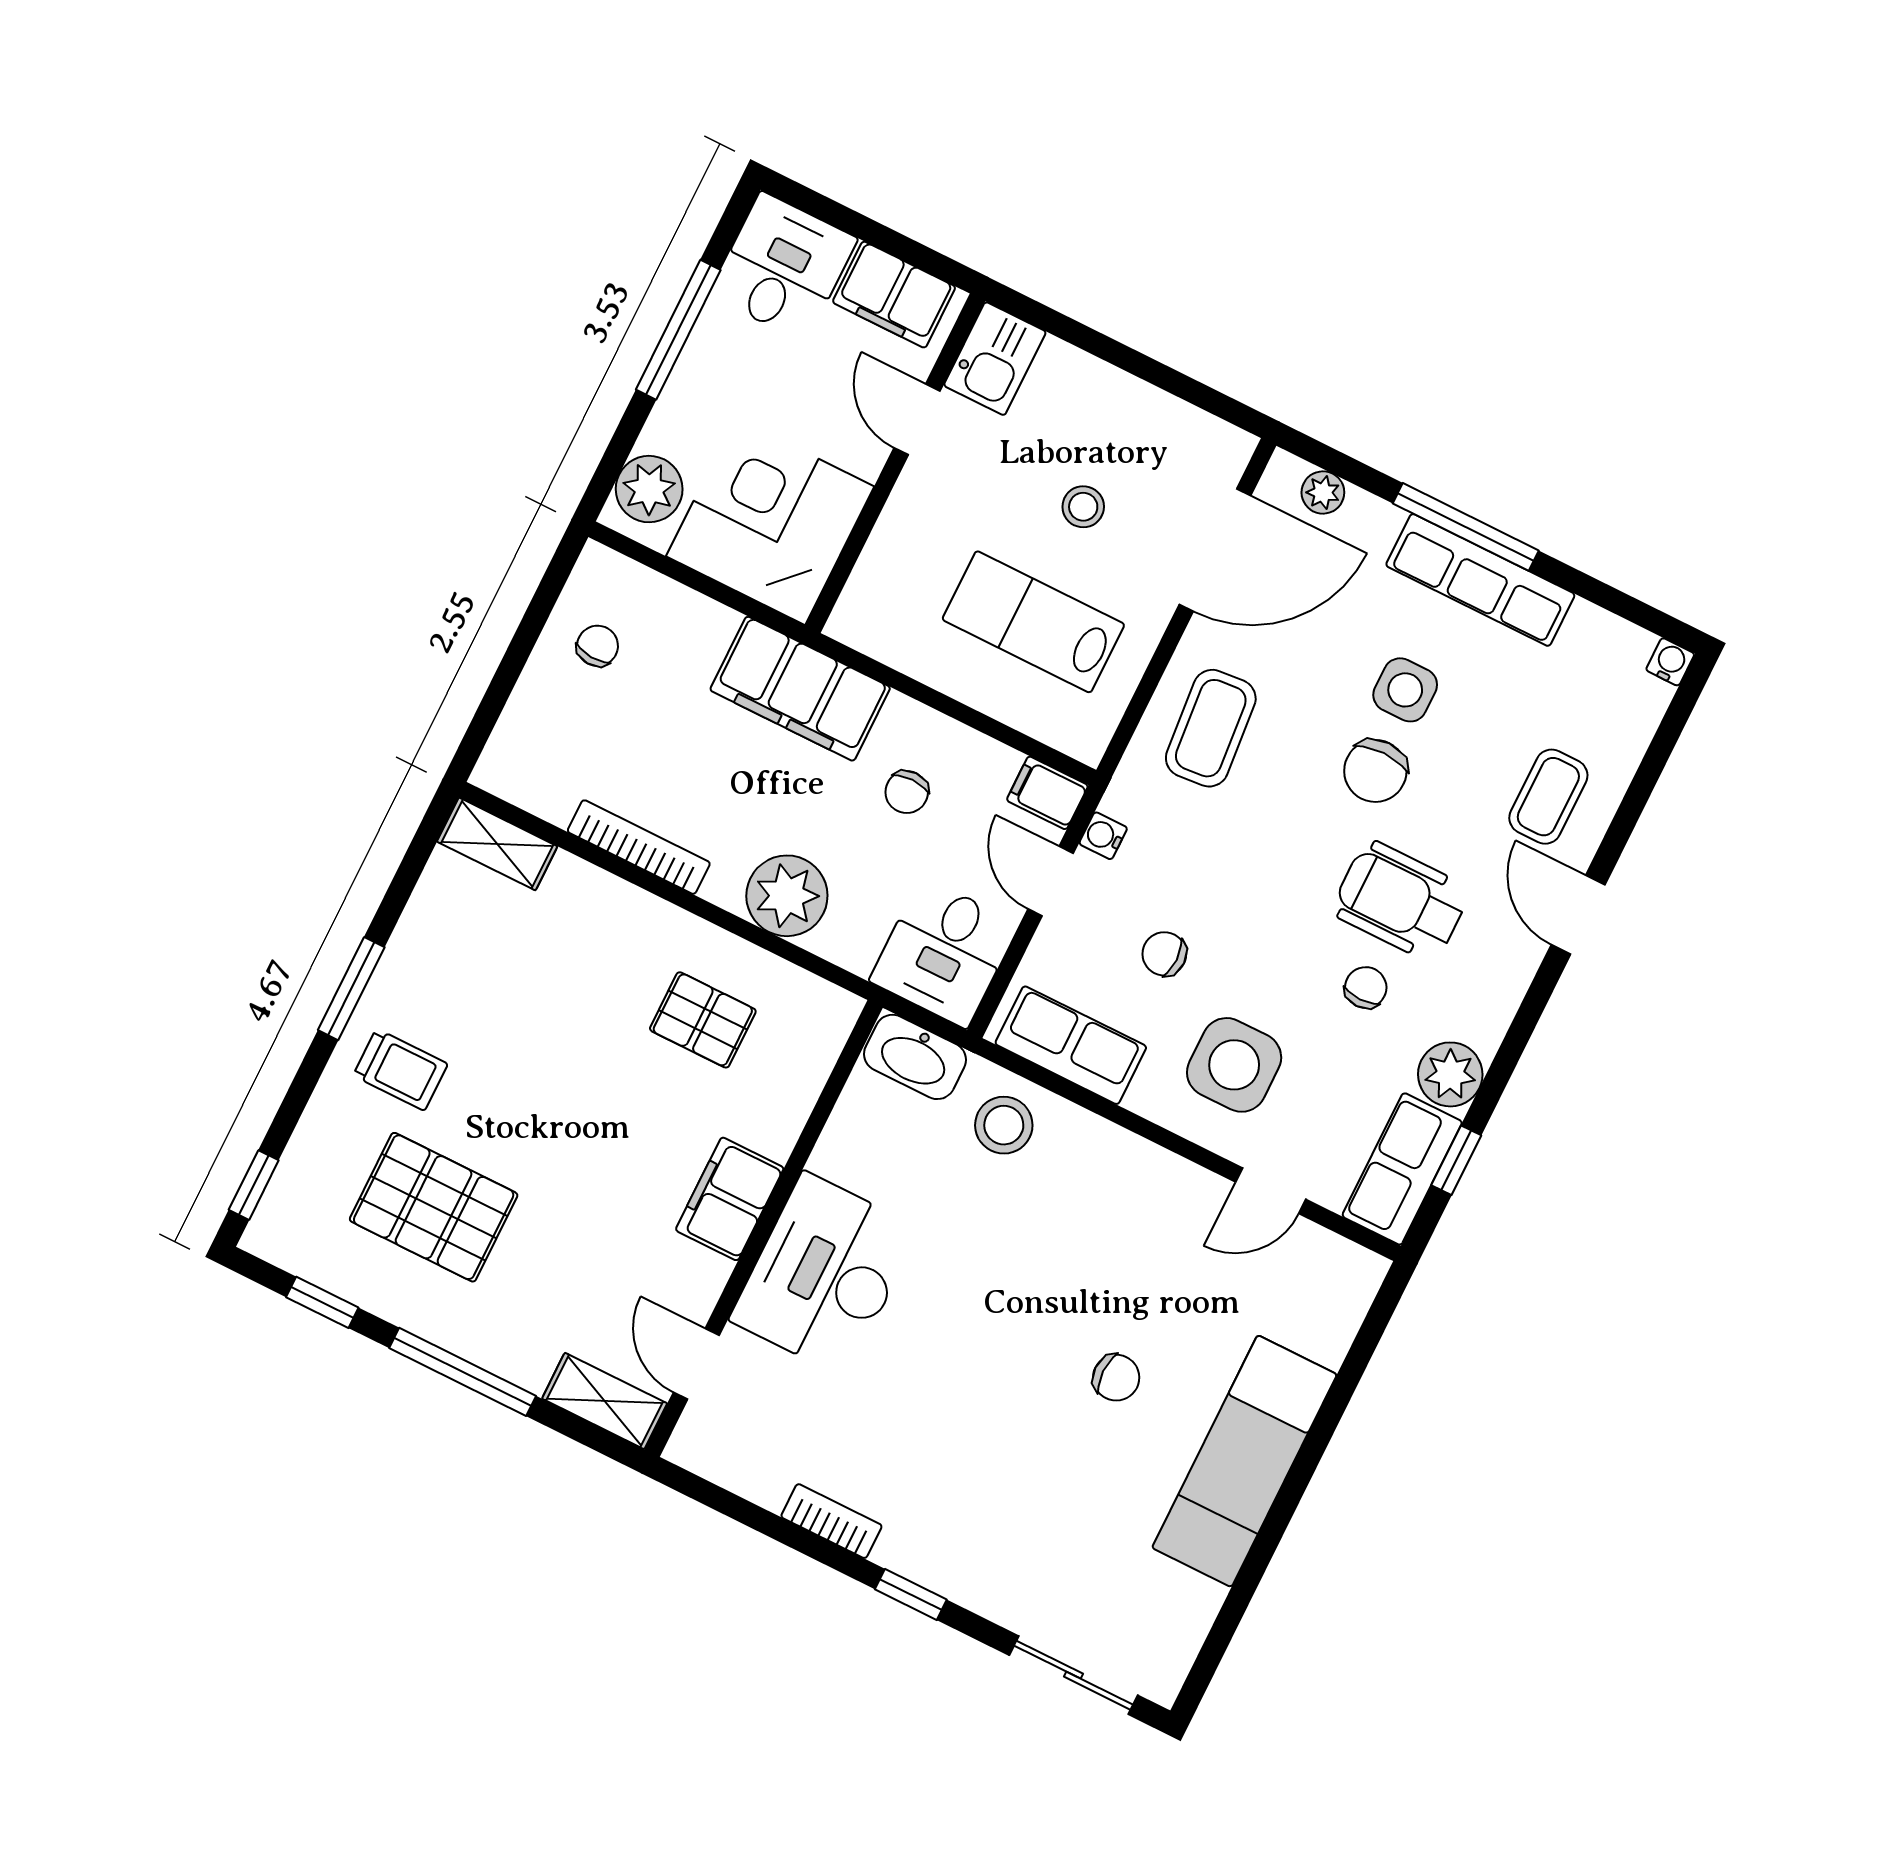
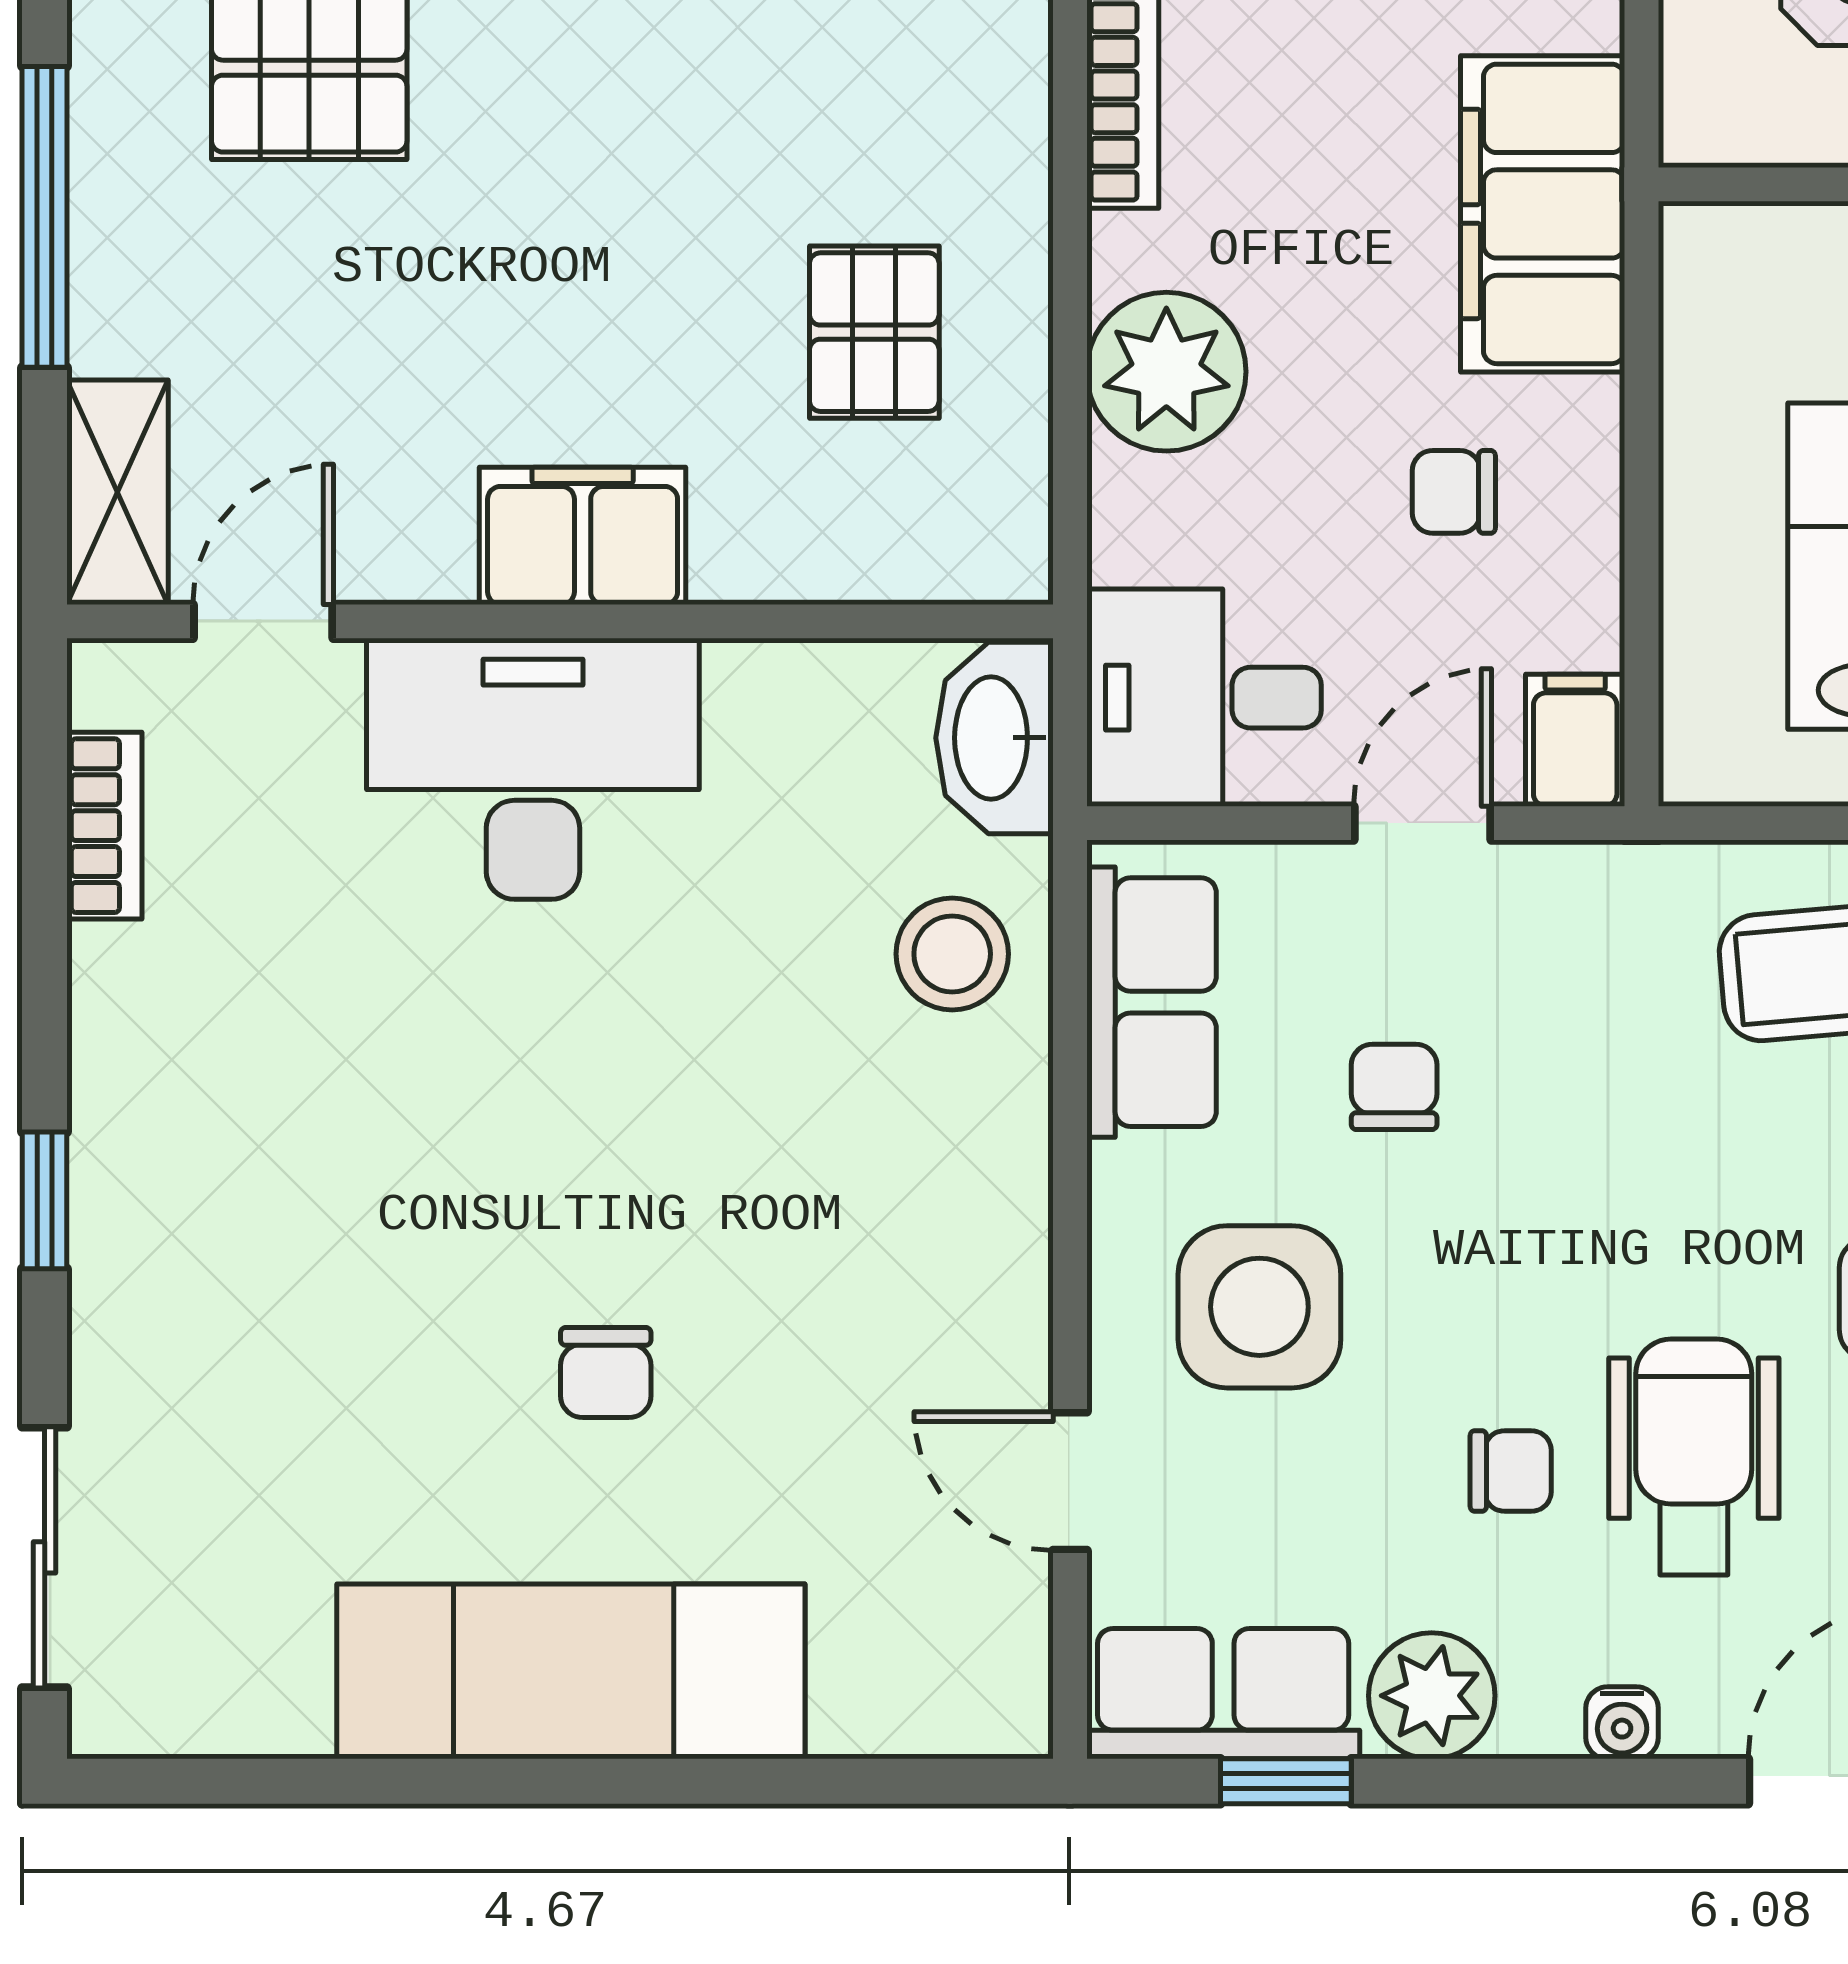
water cooler: (1103, 836) -> (1622, 1723), moved, turned 180
bookcase: (831, 1521) -> (104, 826), moved

